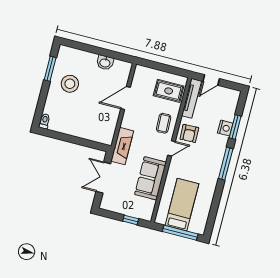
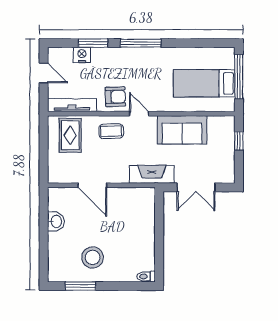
door: (211, 80) -> (44, 73), moved
nightstand: (225, 128) -> (82, 55), moved

